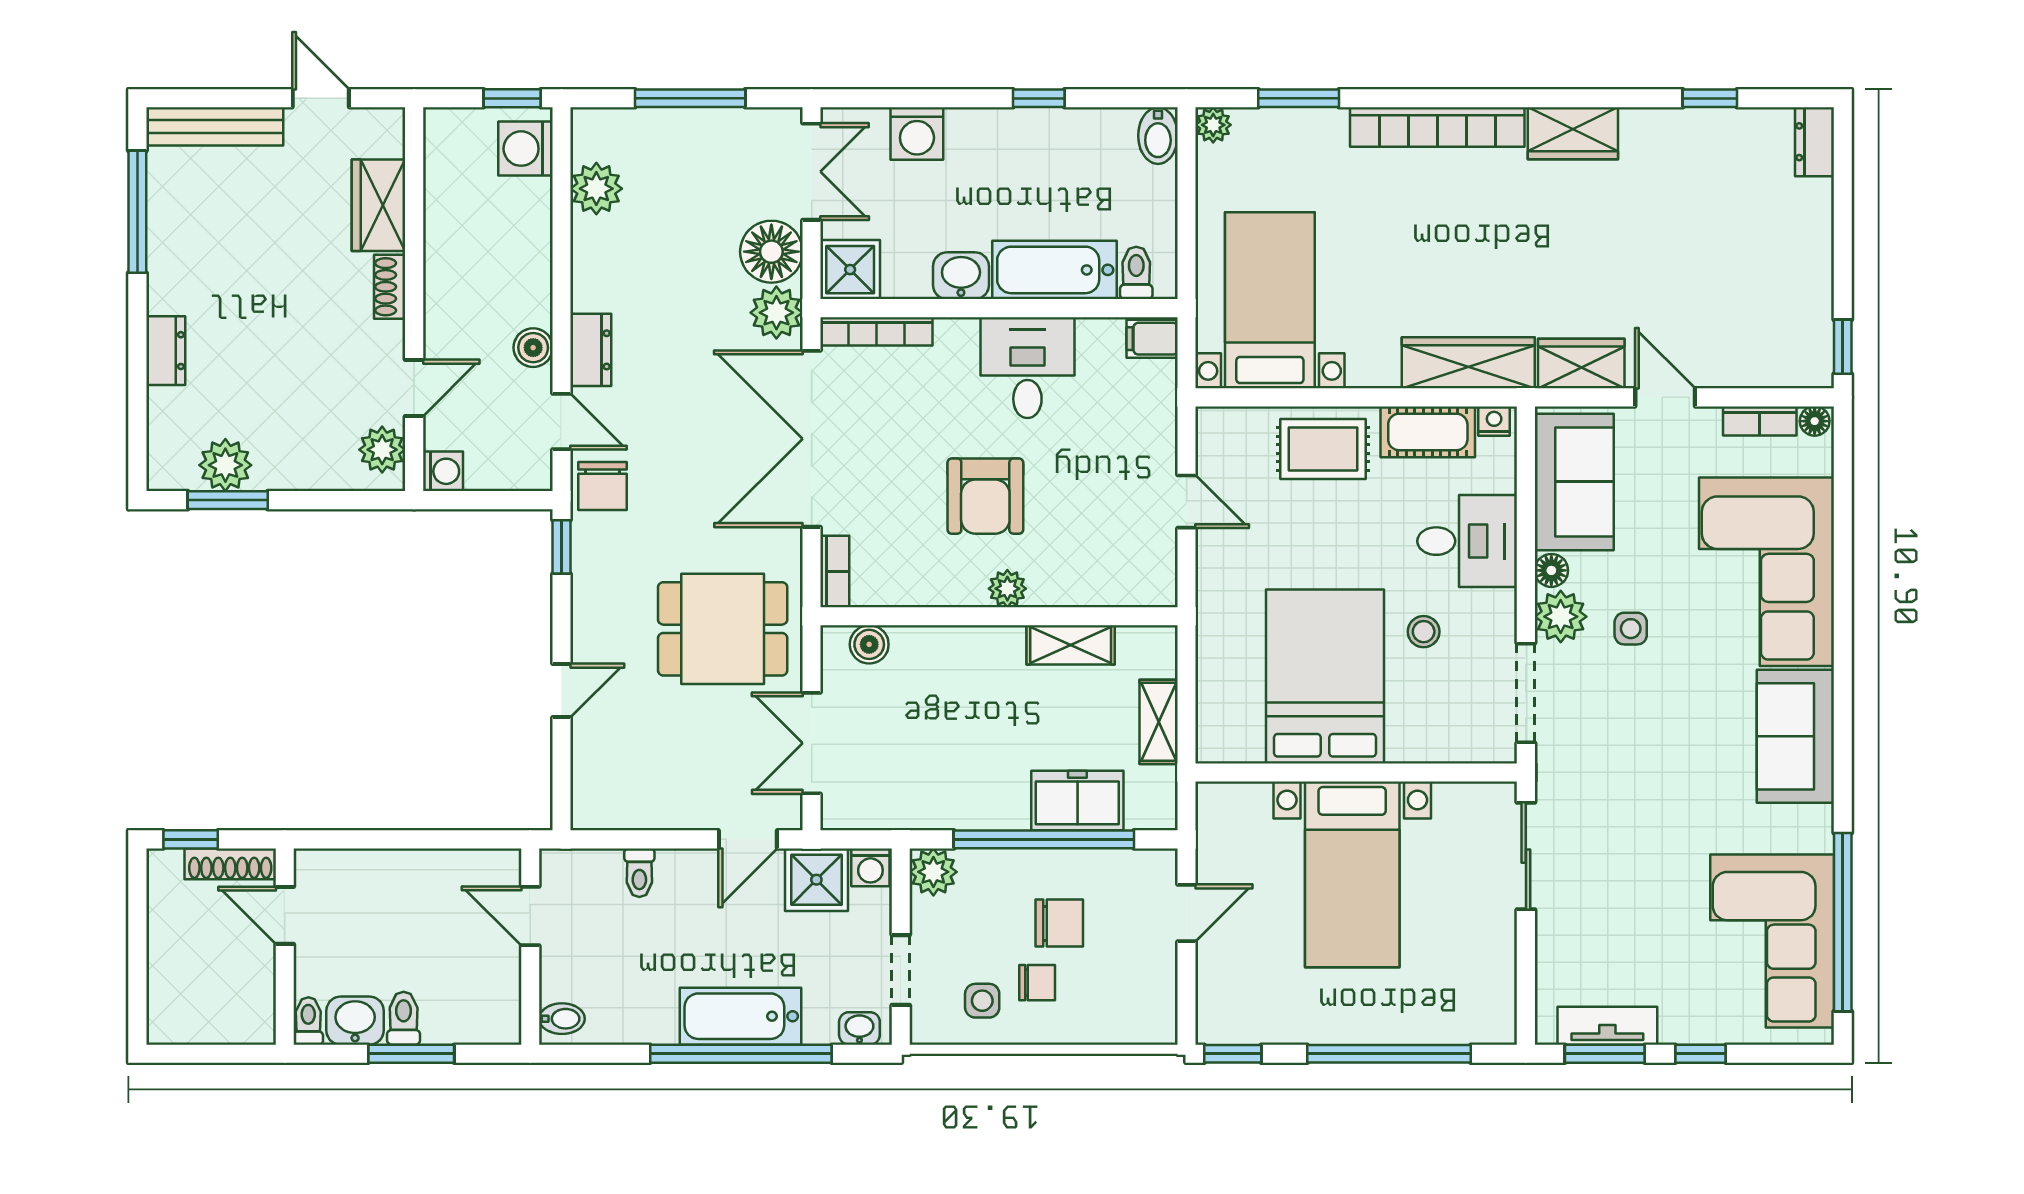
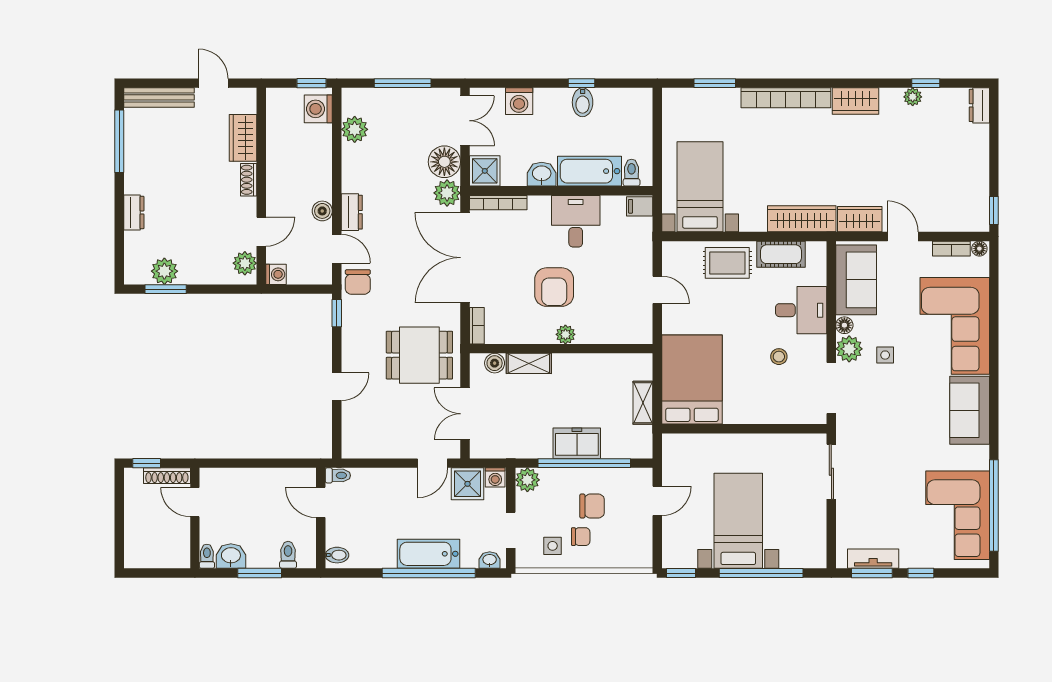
plant: (1213, 125) -> (913, 97), moved
bidet: (1158, 136) -> (583, 102), moved
nightstand: (1494, 421) -> (815, 249), removed
shelving: (1071, 645) -> (529, 363), moved
bed: (1325, 676) -> (692, 380), moved
freezer: (1077, 801) -> (577, 443), moved
toilet: (639, 873) -> (338, 475), moved, turned -90
bed with nightstands: (1352, 874) -> (738, 521), moved, turned 180
toilet: (404, 1018) -> (288, 555), moved

